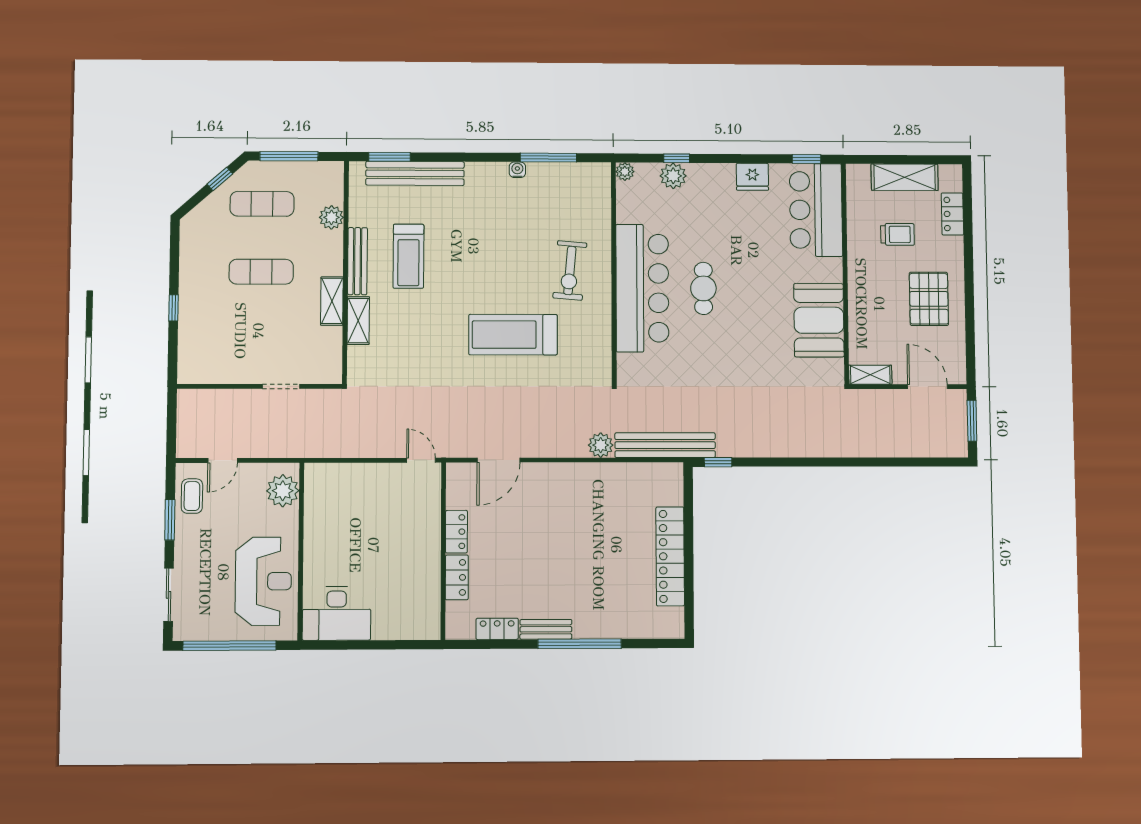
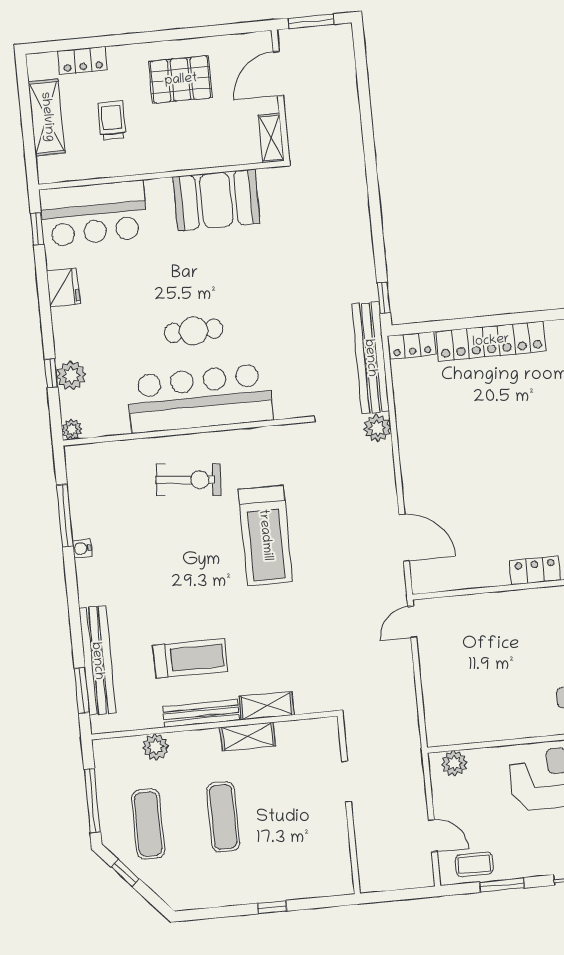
plant: (283, 491) -> (454, 763), width x0.73, depth x0.73
locker: (456, 532) -> (412, 345), moved, turned 180

